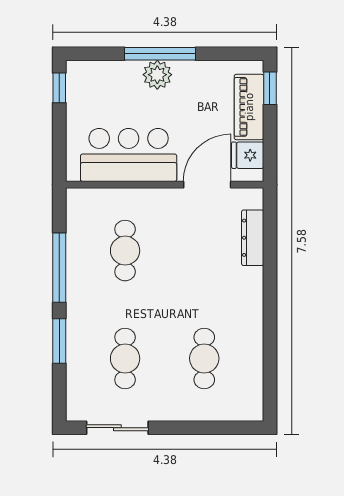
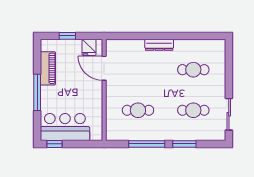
plant: (157, 75) -> (48, 94), removed
window: (270, 88) -> (67, 36), moved
piano: (249, 107) -> (48, 68), moved, turned -90
bar counter: (129, 155) -> (65, 127), moved, turned 90
dresser: (253, 238) -> (159, 45), moved

